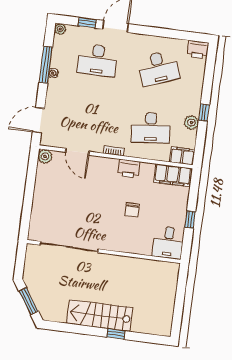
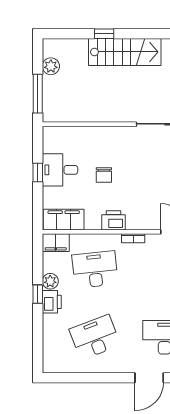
printer: (198, 50) -> (52, 302), moved, turned 90
chair: (132, 210) -> (104, 175), turned 180
desk: (168, 243) -> (60, 170), moved, turned -90
window: (181, 289) -> (38, 94), added
plant: (166, 312) -> (51, 66), added

